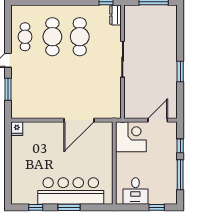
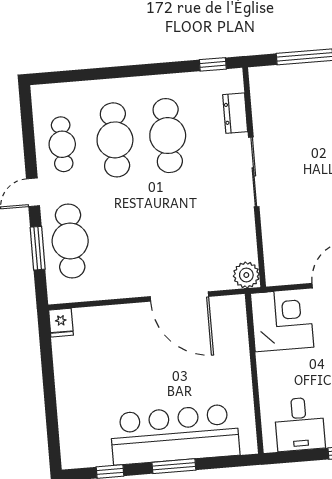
dresser: (115, 15) -> (235, 113), moved
cafe table: (25, 87) -> (70, 241), added
plant: (114, 112) -> (246, 275), added
door: (79, 120) -> (179, 296), hinge flipped

